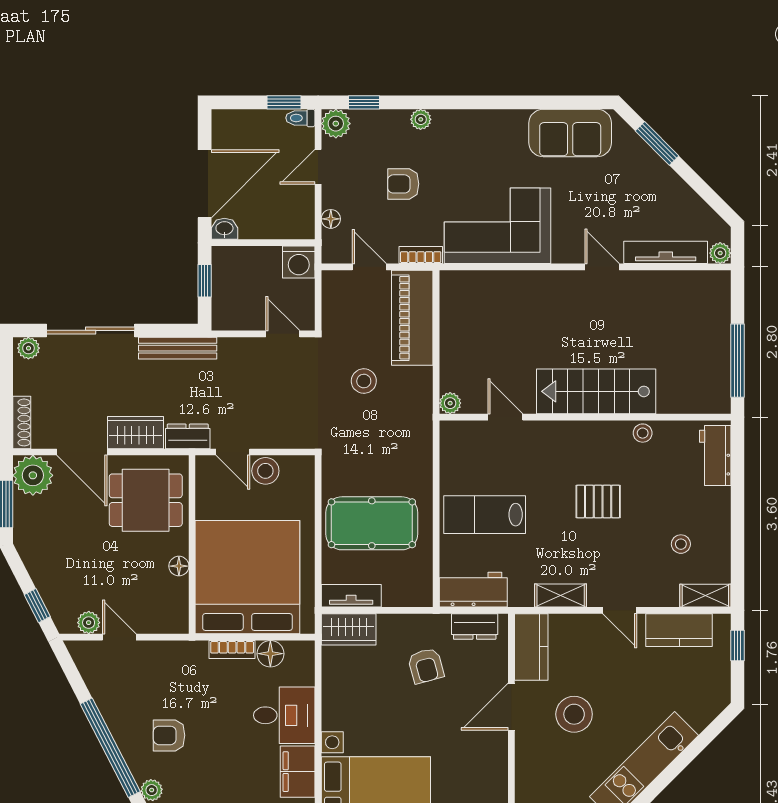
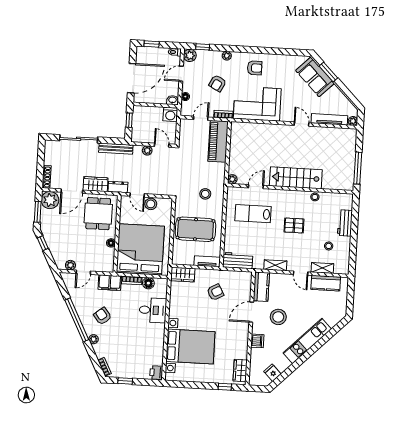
window: (284, 102) -> (152, 44), moved
sofa: (570, 133) -> (315, 77), moved, turned 45
armchair: (487, 144) -> (255, 68), added
armchair: (403, 184) -> (218, 83), turned -62
washbasin: (224, 229) -> (172, 100), moved
door: (369, 267) -> (201, 118), hinge flipped
plant: (28, 348) -> (147, 150), moved
stool: (364, 381) -> (205, 194), moved
door: (505, 417) -> (256, 187), hinge flipped
door: (82, 452) -> (72, 191), hinge flipped
workbench: (715, 456) -> (345, 223), moved
dining table: (146, 500) -> (98, 214), turned 90
lab bench: (485, 515) -> (253, 214), moved
tv unit: (351, 596) -> (207, 261), moved
shelving: (705, 596) -> (322, 268), moved
window: (37, 606) -> (43, 243), moved
dresser: (475, 626) -> (237, 276), removed
door: (119, 637) -> (83, 272), swing flipped
window: (737, 645) -> (351, 291), removed
armchair: (426, 666) -> (215, 292), turned -104
armchair: (169, 735) -> (102, 316), turned 52
filing cabinet: (298, 772) -> (110, 283), moved, turned -90
dishwasher: (529, 772) -> (257, 341), added

